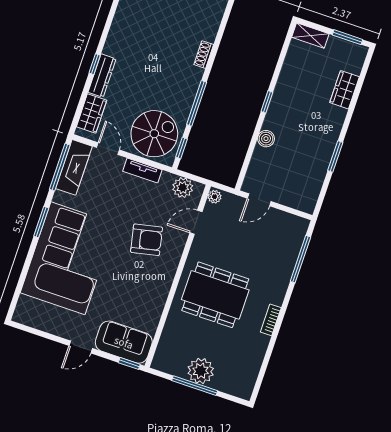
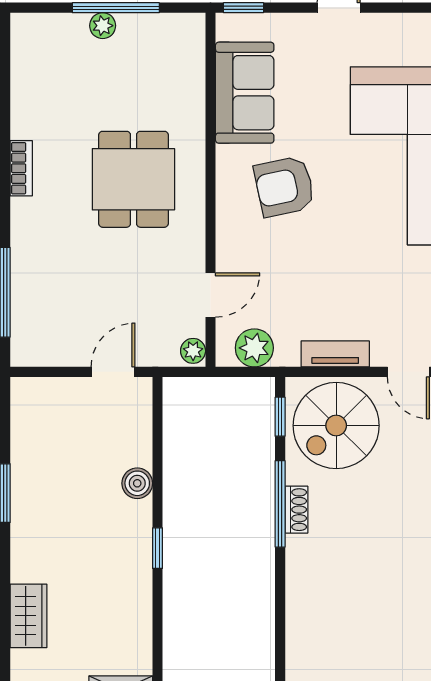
shoe rack: (204, 55) -> (296, 510), moved
armchair: (147, 240) -> (284, 186), moved
dining table: (215, 295) -> (133, 179), width x0.73
sofa: (124, 342) -> (245, 93), moved, turned -90
plant: (201, 371) -> (103, 26), width x0.53, depth x0.53

